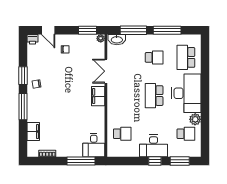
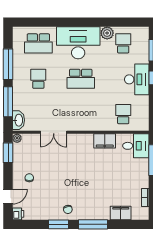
filing cabinet: (98, 96) -> (105, 141), moved

